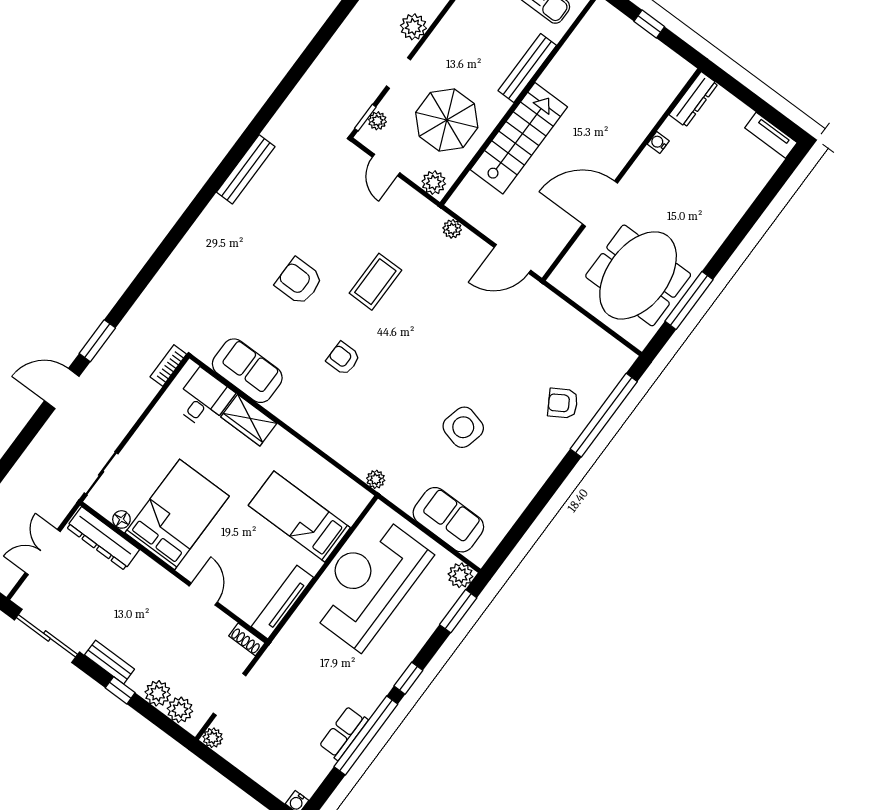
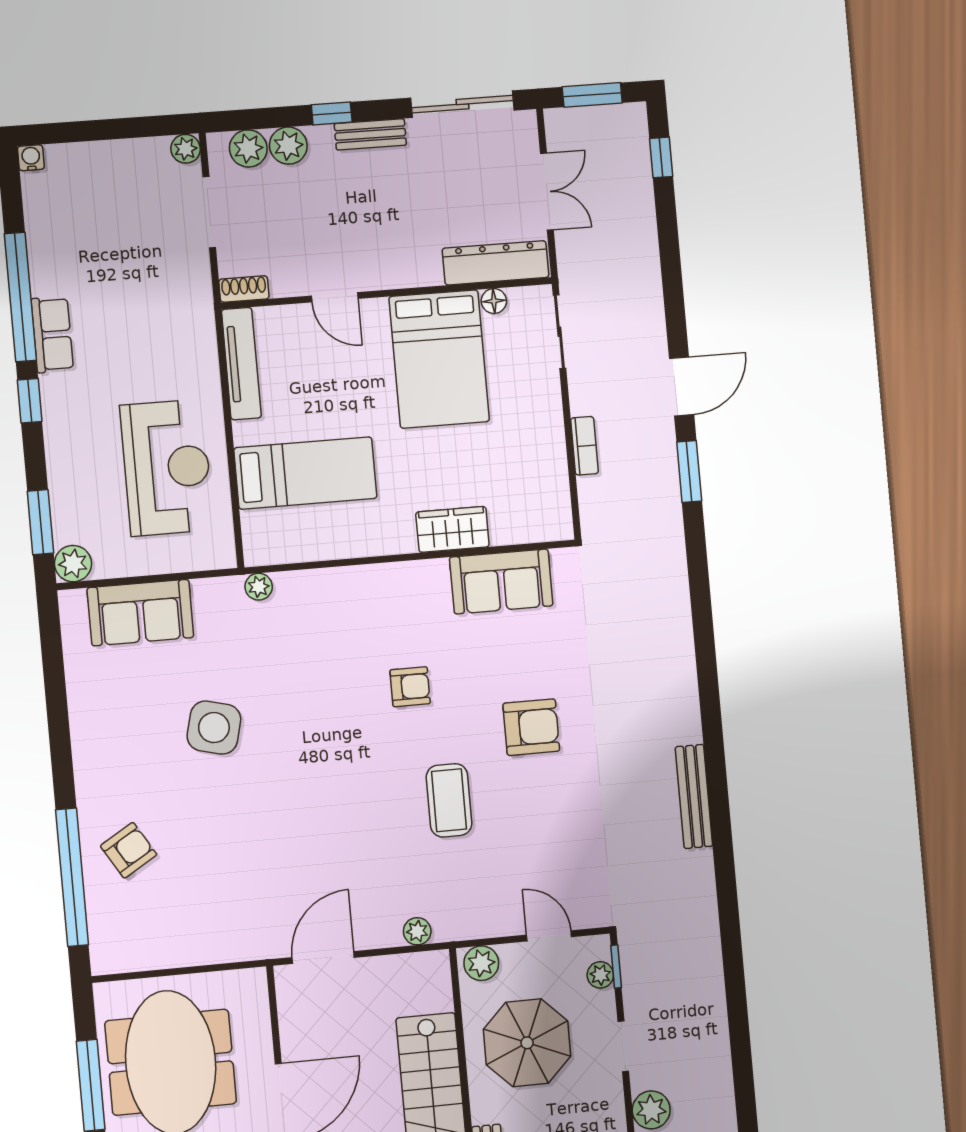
bookcase: (168, 365) -> (584, 446), moved
desk: (204, 399) -> (521, 509), removed
reception desk: (368, 582) -> (167, 468), width x0.74, depth x0.77
row of seats: (344, 733) -> (52, 335), moved

